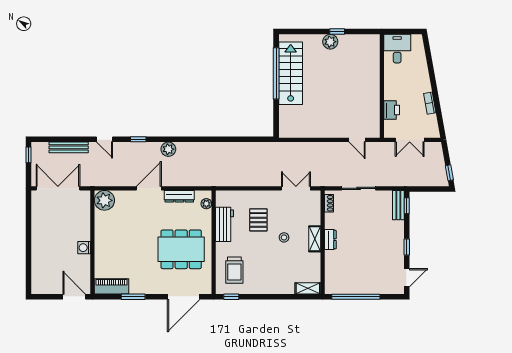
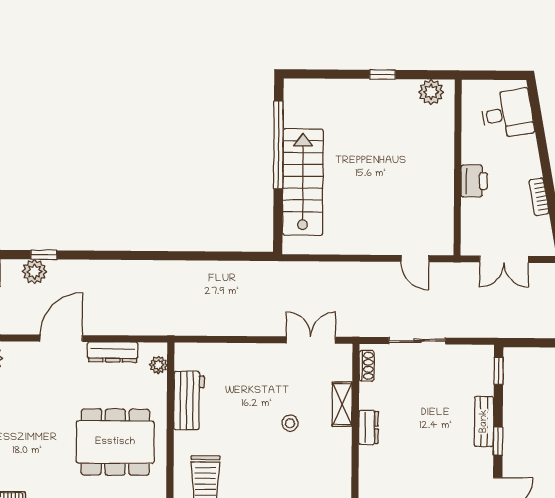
plant: (330, 42) -> (431, 92), moved
desk: (397, 49) -> (507, 114), moved, turned 80
stairs: (291, 73) -> (303, 182), moved
printer: (392, 110) -> (474, 181), moved
plant: (168, 149) -> (35, 272), moved
bench: (398, 205) -> (484, 421), moved
pallet: (258, 220) -> (247, 393), removed
shelving: (315, 239) -> (342, 404), moved

